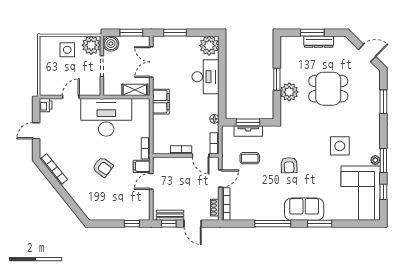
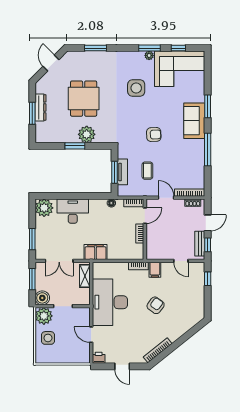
door: (151, 181) -> (181, 261), moved

